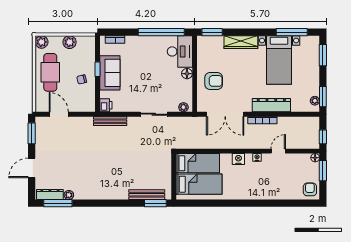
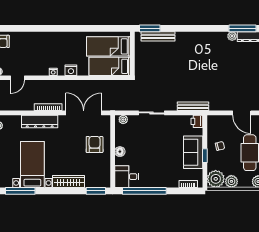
plant: (86, 45) -> (216, 179), added
desk: (180, 51) -> (127, 177), width x0.73
armchair: (214, 81) -> (95, 145), turned 90
door: (278, 151) -> (17, 78), moved

